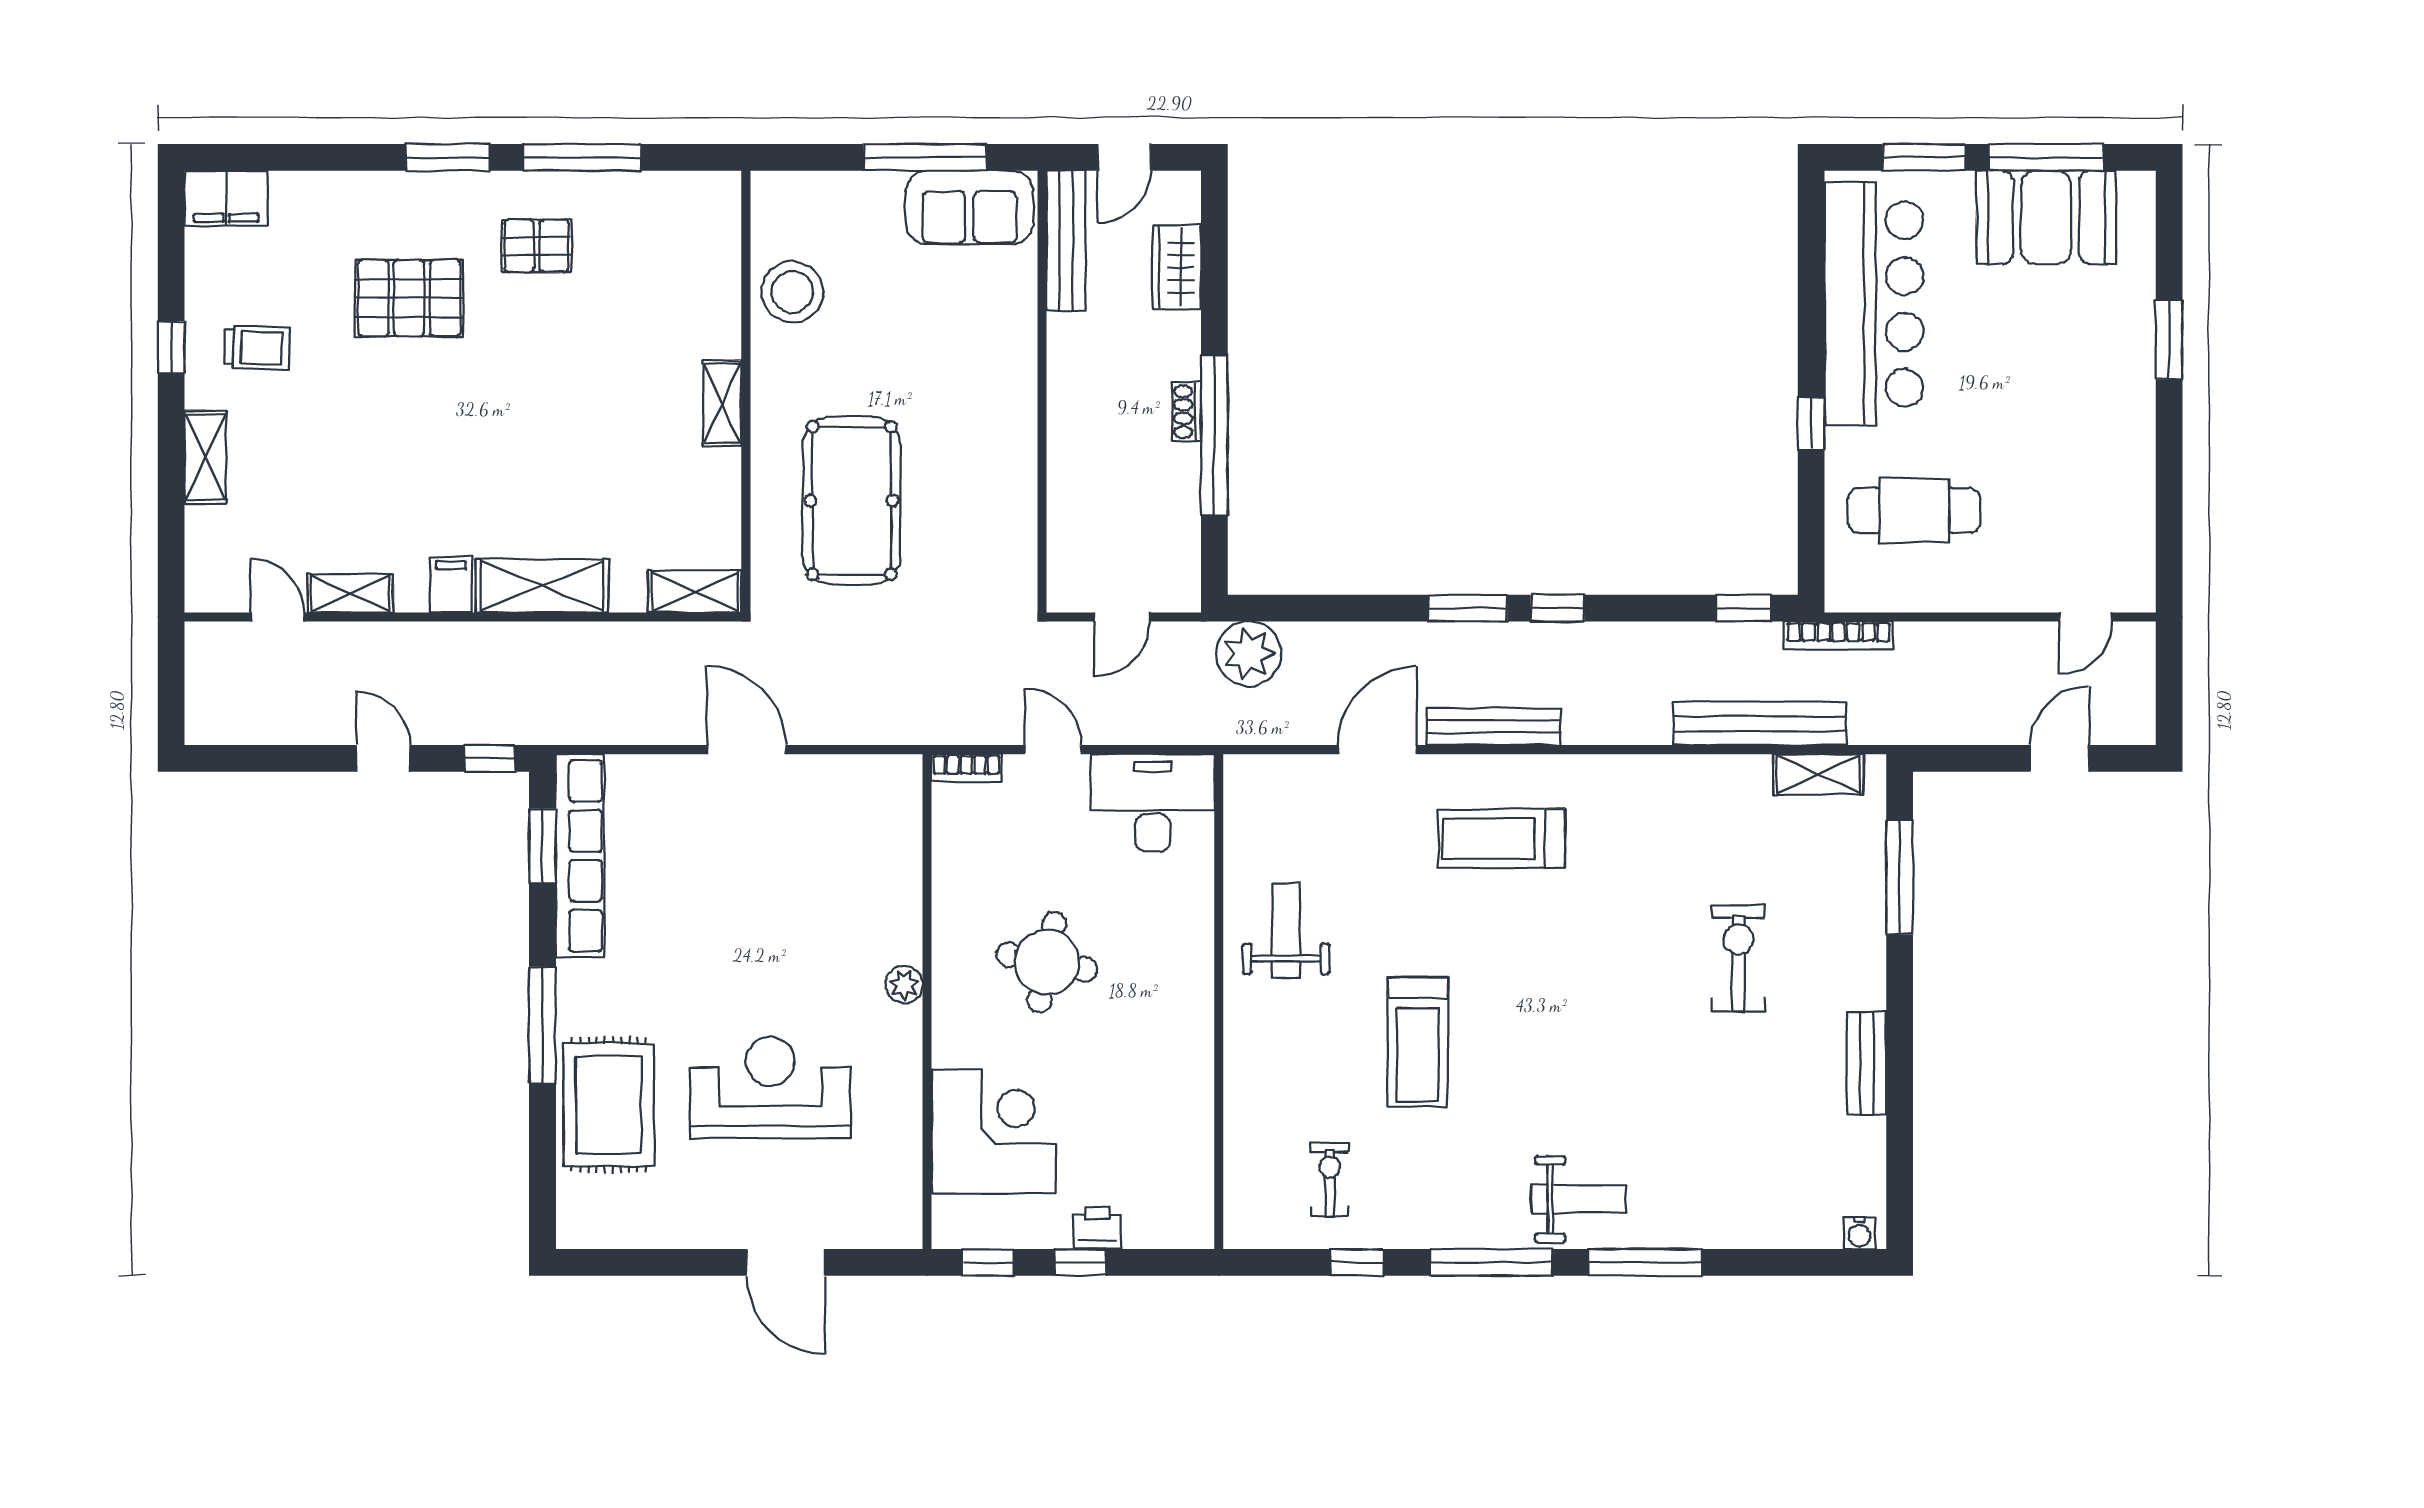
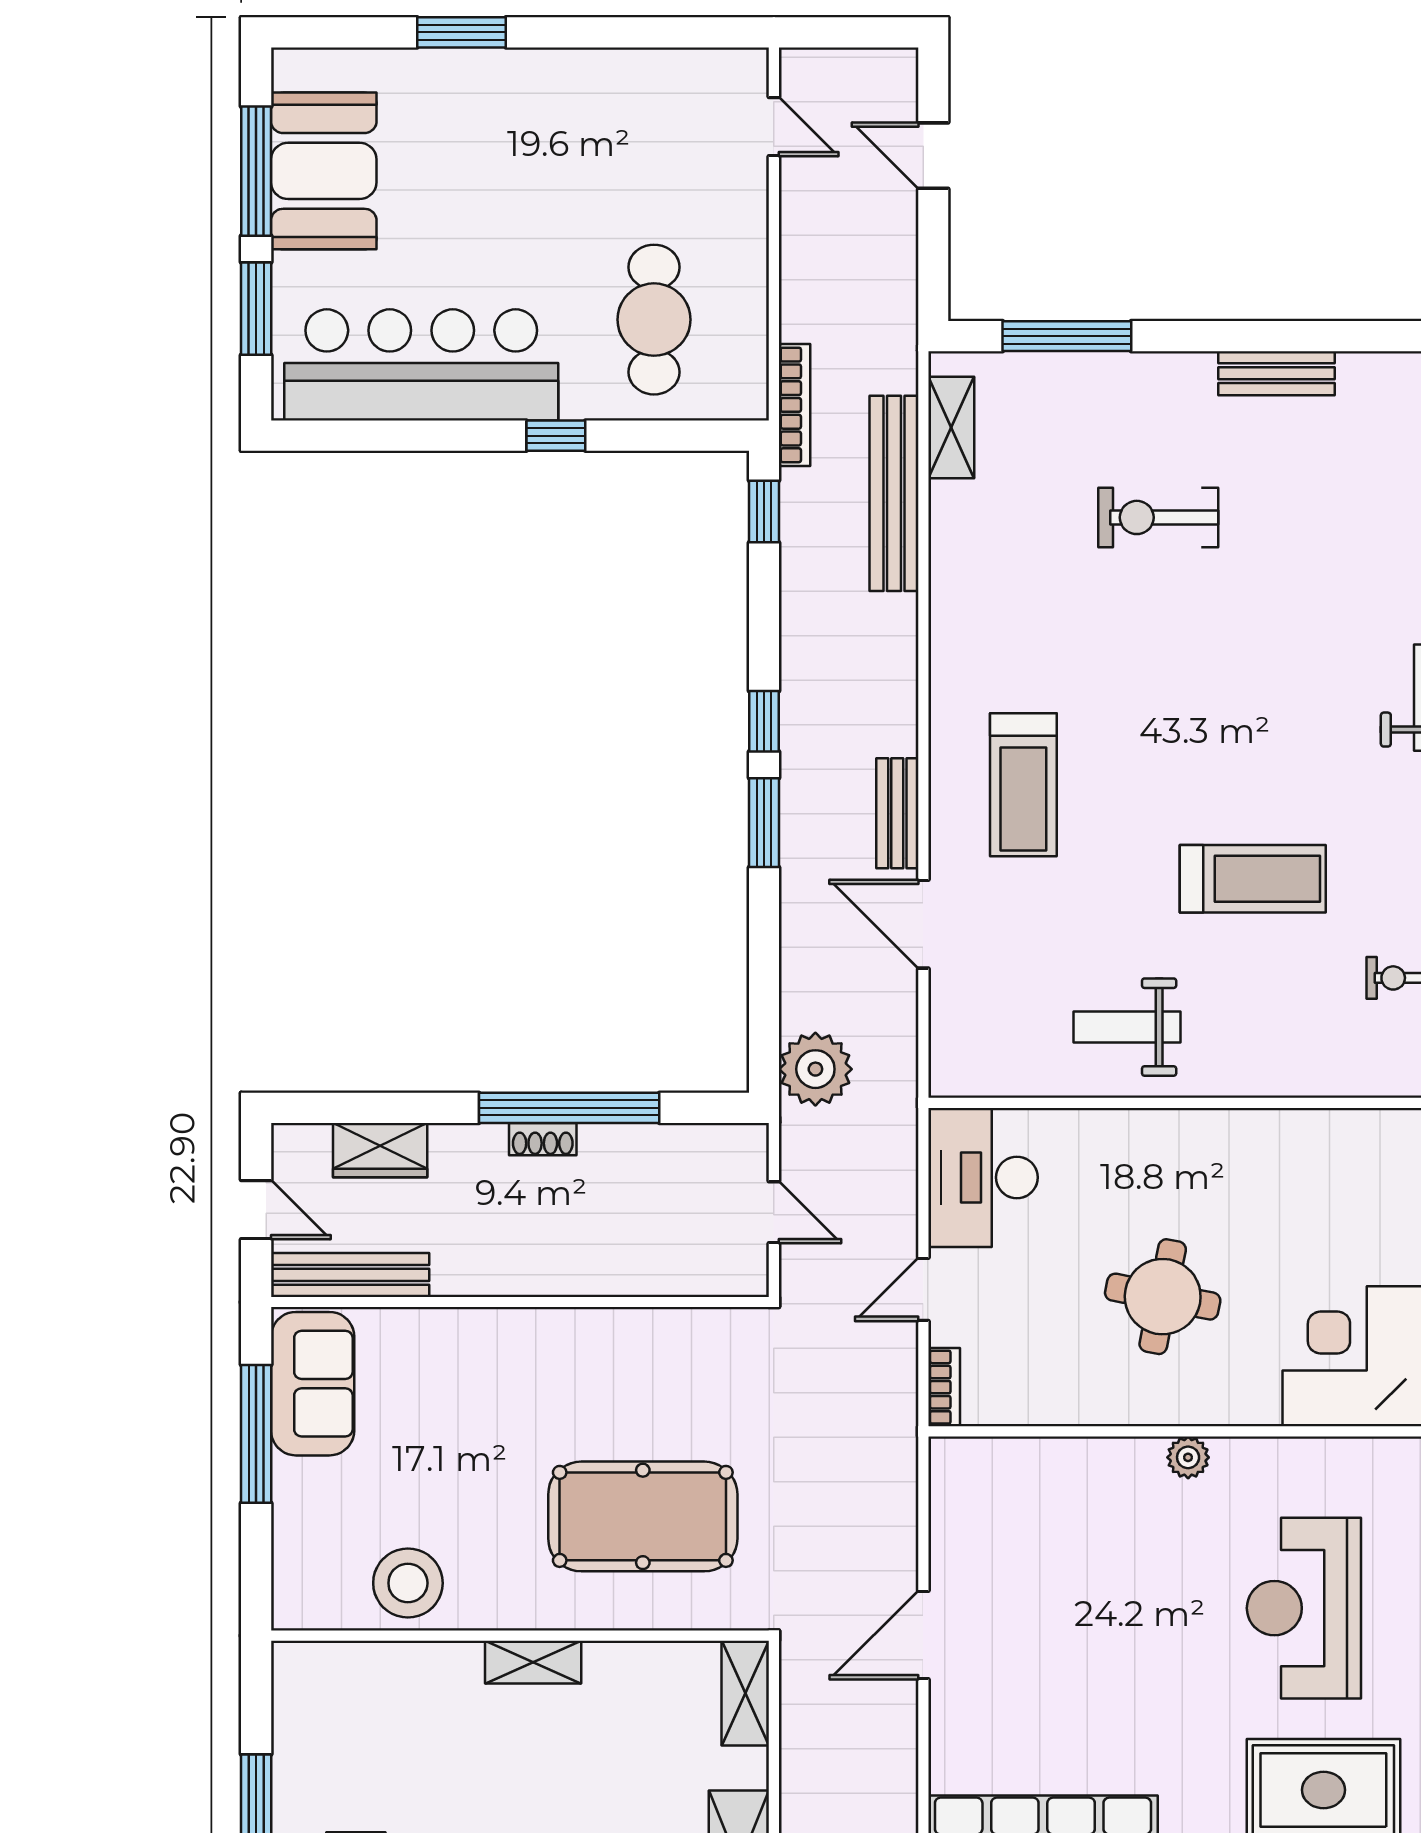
bench: (1494, 727) -> (897, 813), width x0.73

